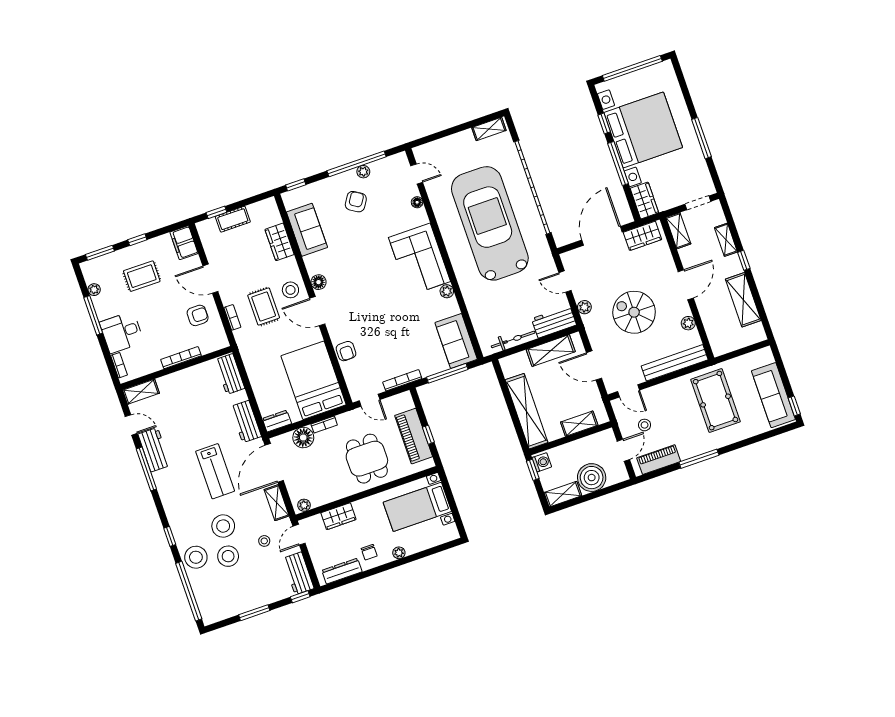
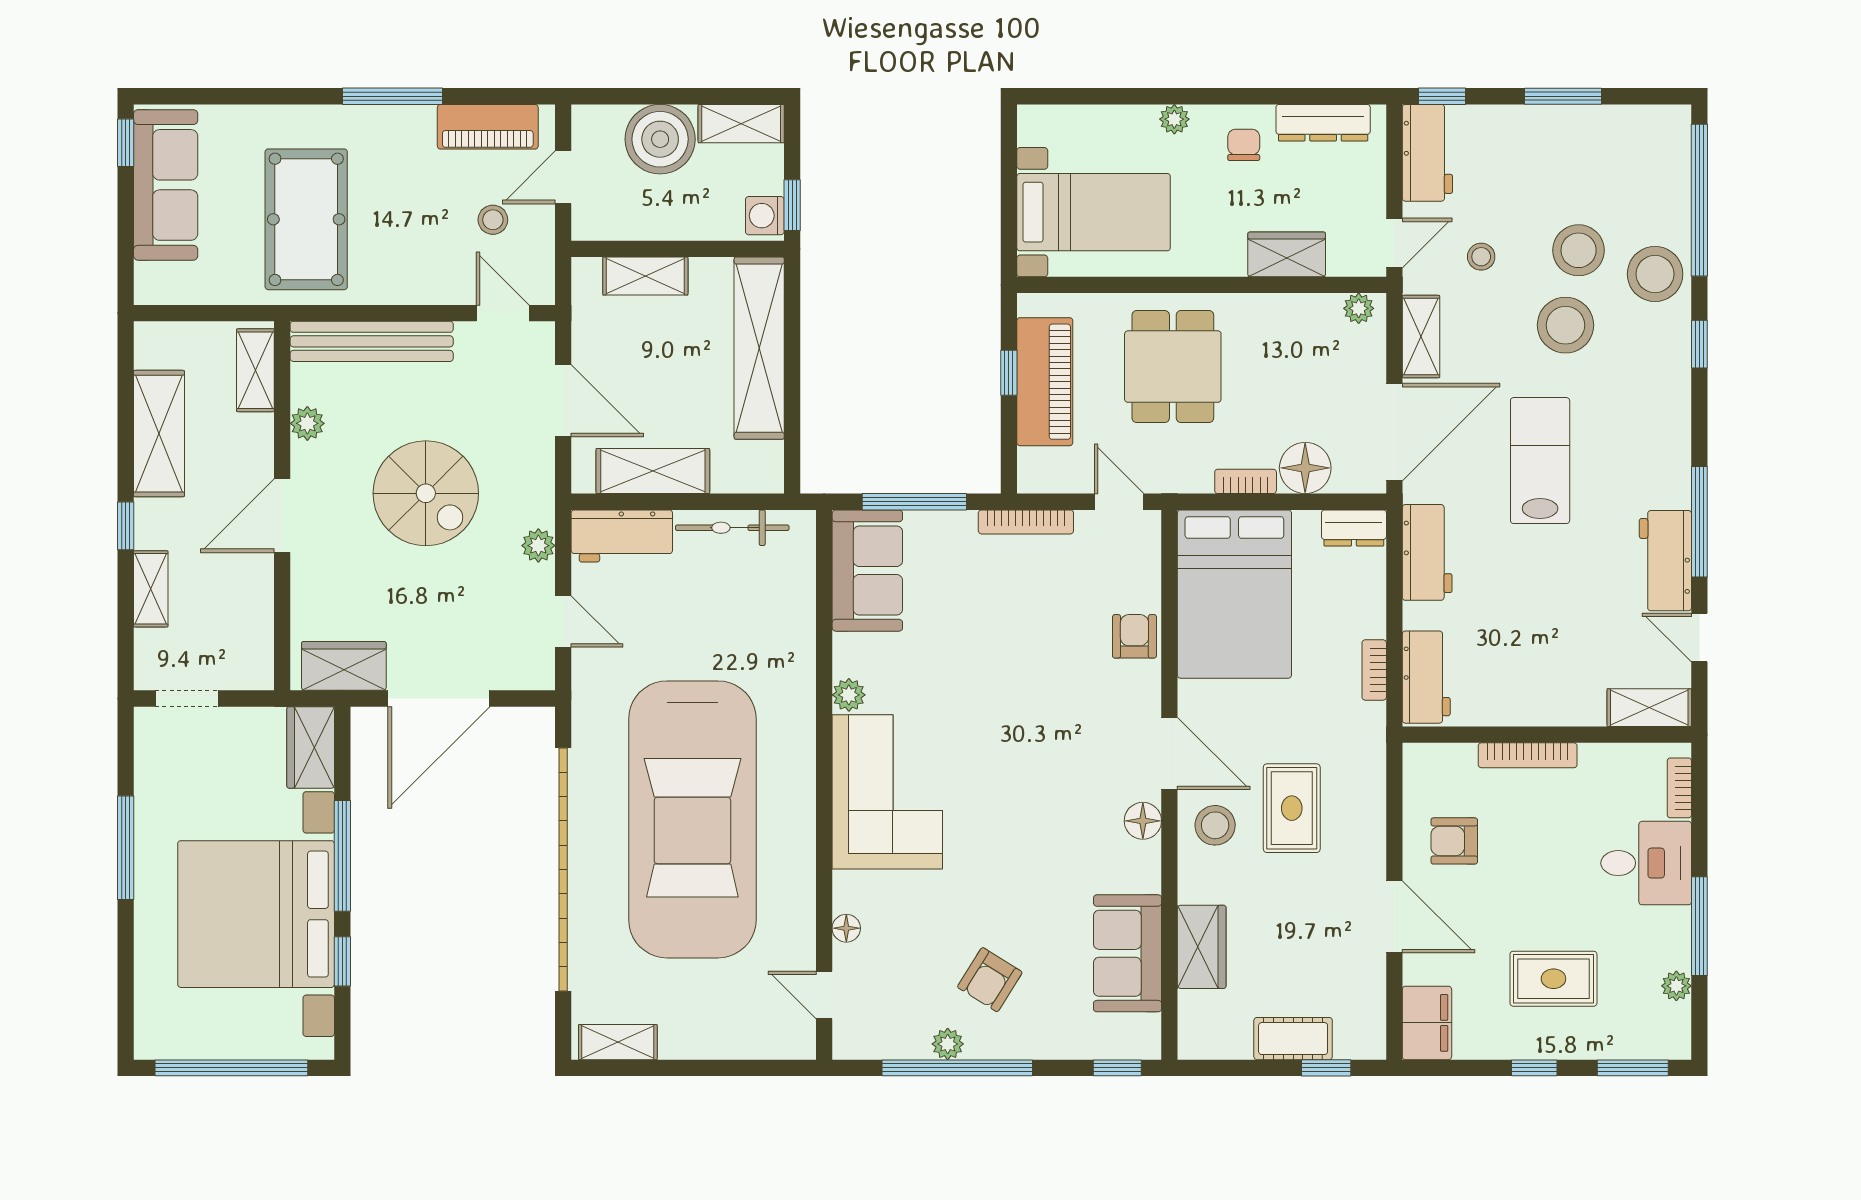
shelving: (678, 231) -> (255, 370), moved
bookcase: (232, 317) -> (1374, 670), moved

